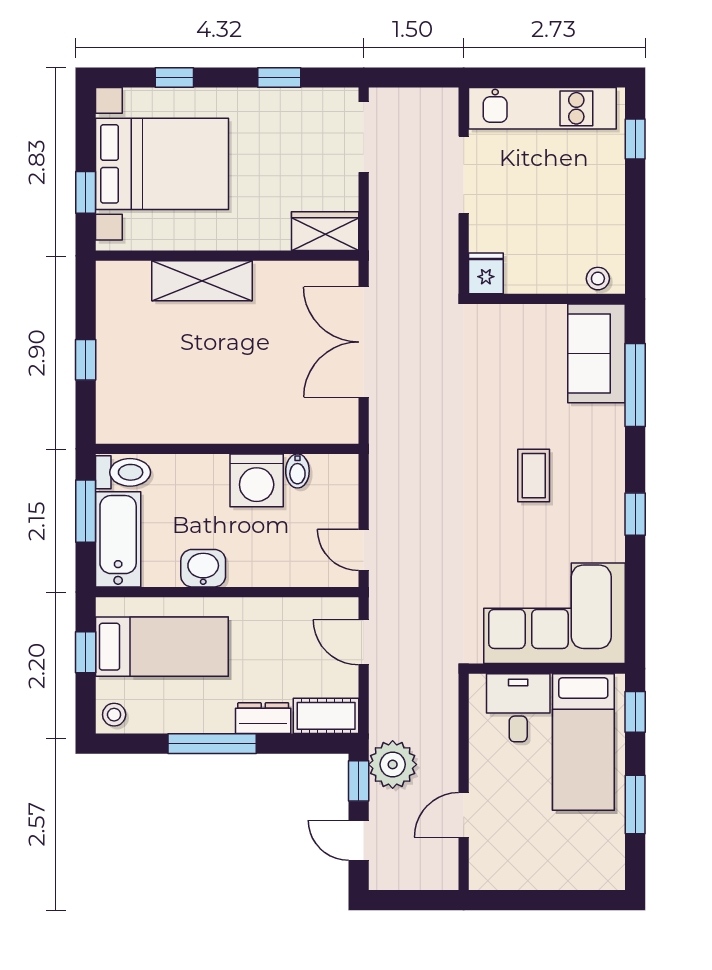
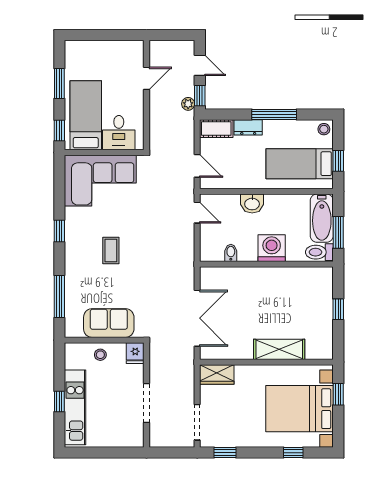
window: (279, 78) -> (225, 453), moved
kitchen unit: (542, 108) -> (75, 407), moved, turned 90
window: (635, 139) -> (59, 401), moved
stool: (598, 279) -> (100, 355), moved
sofa: (597, 353) -> (109, 323), moved, turned -90
washing machine: (257, 480) -> (272, 248), moved
washbasin: (203, 568) -> (252, 203), moved
plant: (393, 764) -> (188, 104), width x0.53, depth x0.53

